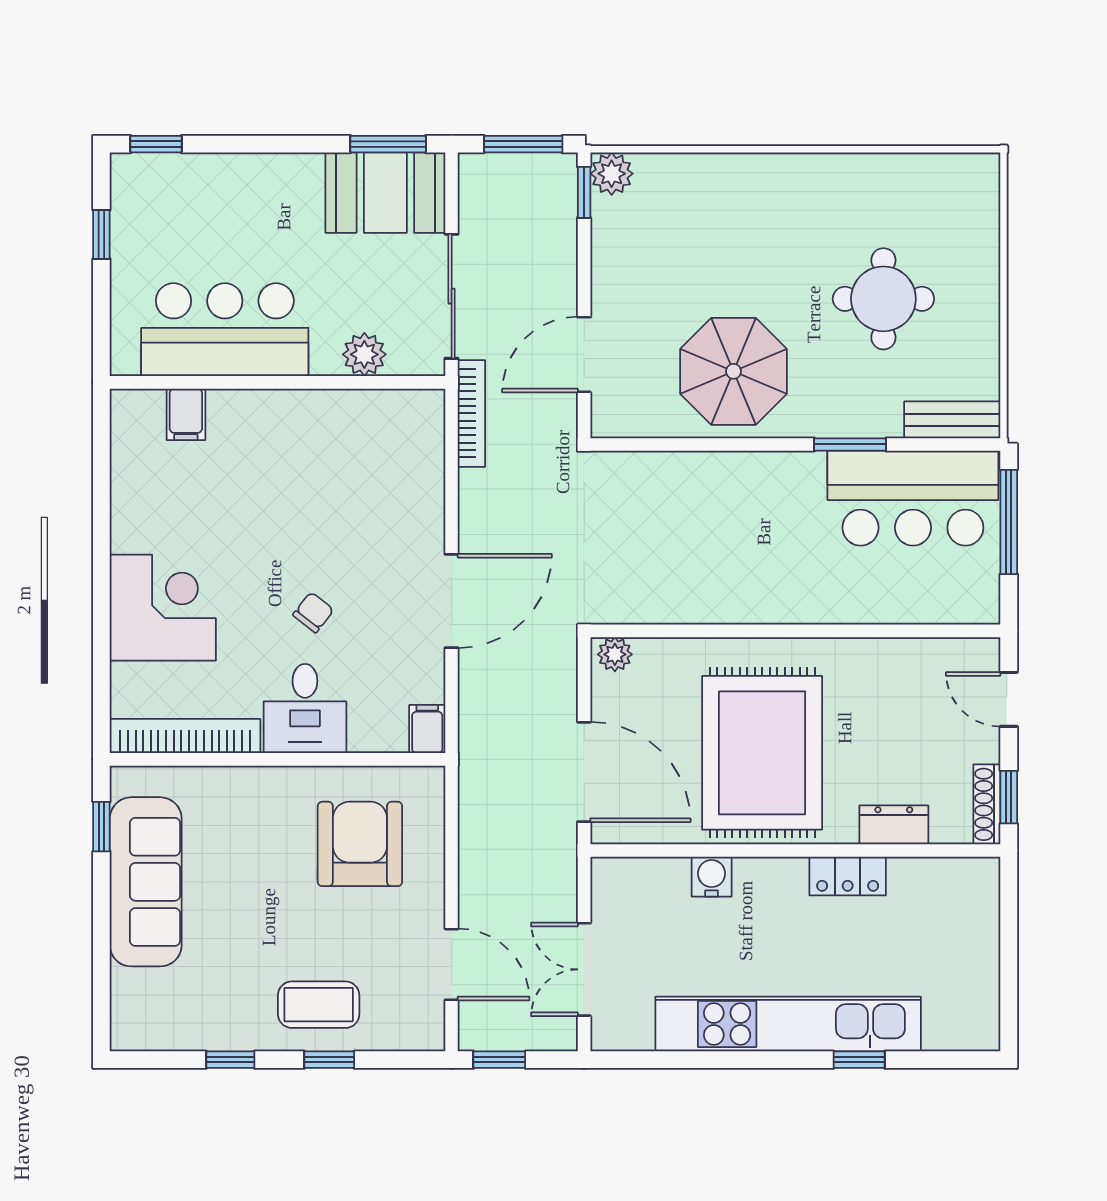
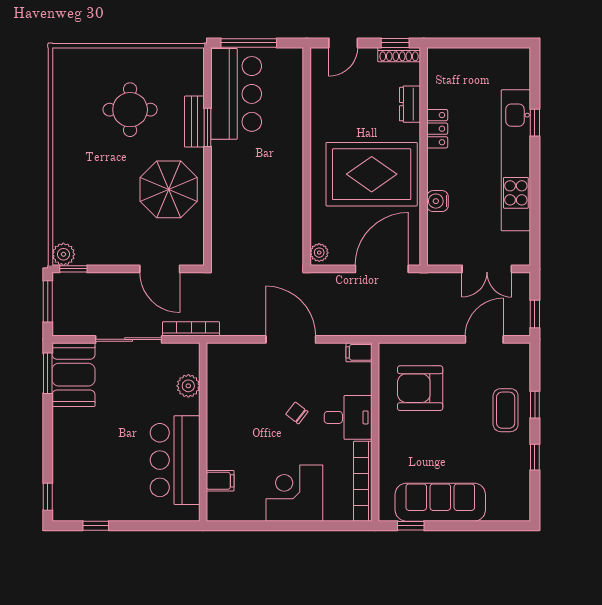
bar counter: (225, 330) -> (175, 460), moved
plant: (364, 354) -> (188, 386), moved
wall: (278, 382) -> (203, 432), moved
filing cabinet: (186, 414) -> (220, 481), moved
bench: (952, 420) -> (194, 122), moved

